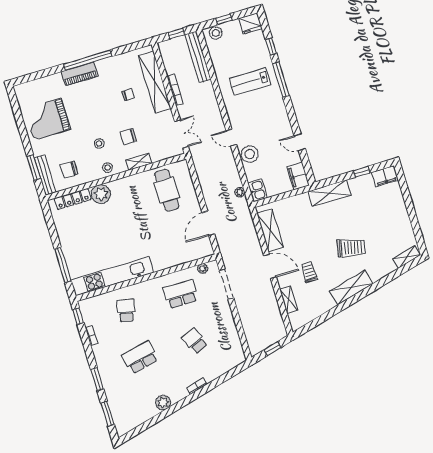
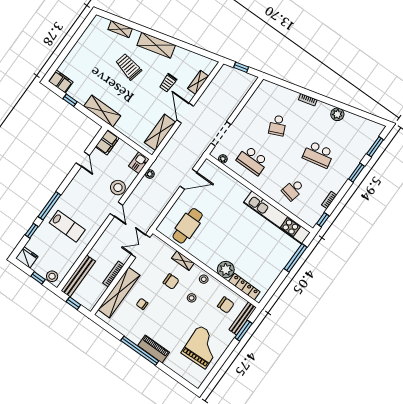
grand piano: (48, 119) -> (202, 347), turned -92
shelving: (406, 257) -> (120, 29), moved

